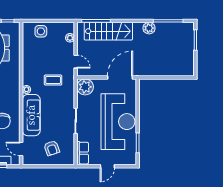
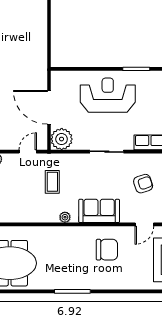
door: (120, 78) -> (49, 107), moved
sofa: (31, 115) -> (99, 211), width x0.73
reception desk: (118, 122) -> (108, 95), width x0.74, depth x0.77

